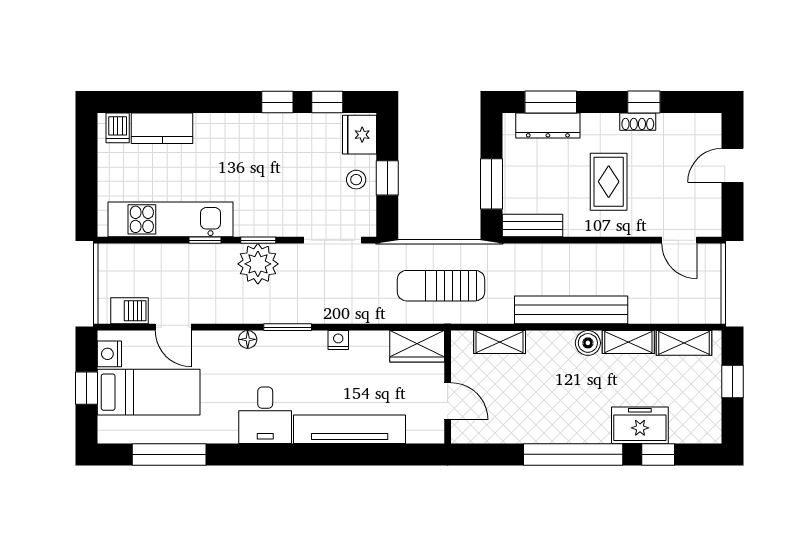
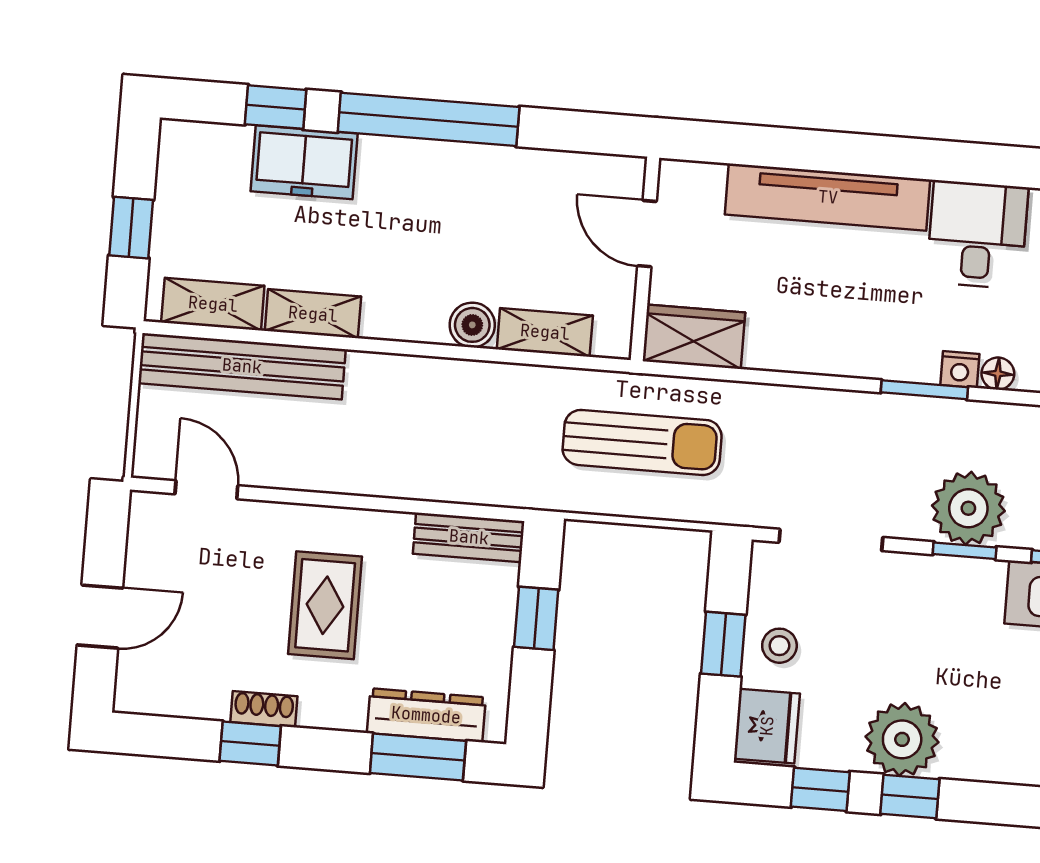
plant: (284, 133) -> (902, 739), added
window: (492, 184) -> (536, 618), width x0.67
bench: (571, 310) -> (242, 366), moved
nightstand: (338, 340) -> (960, 370), moved
boiler: (588, 343) -> (472, 325), moved

